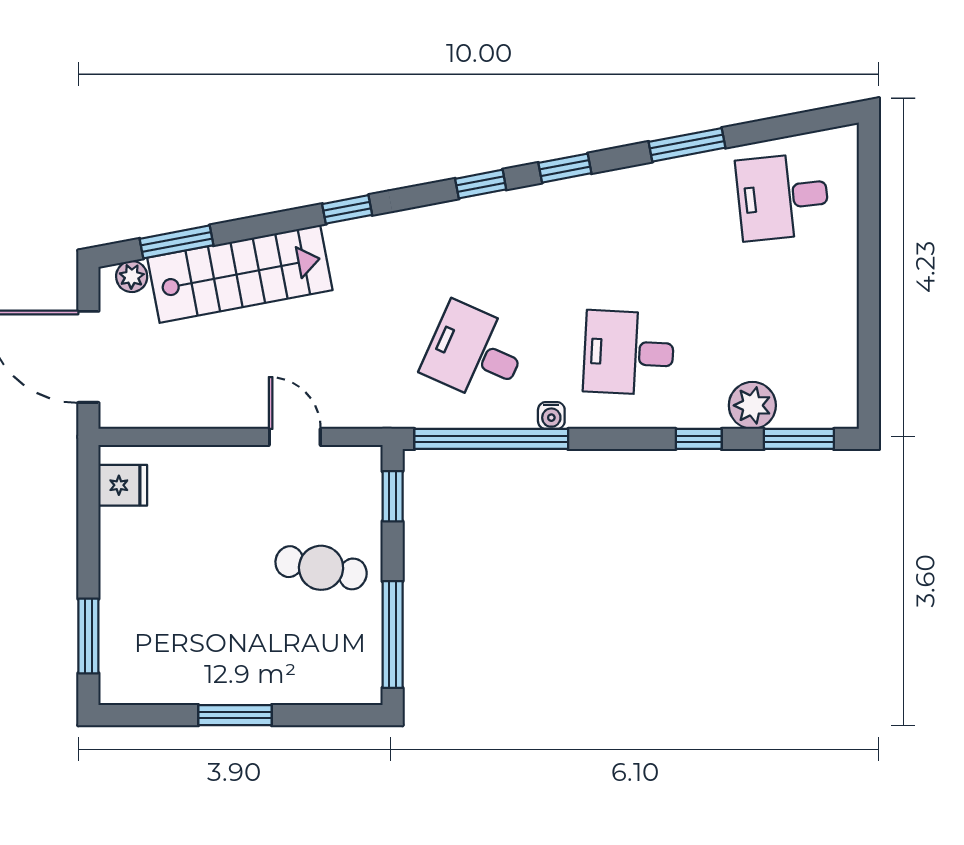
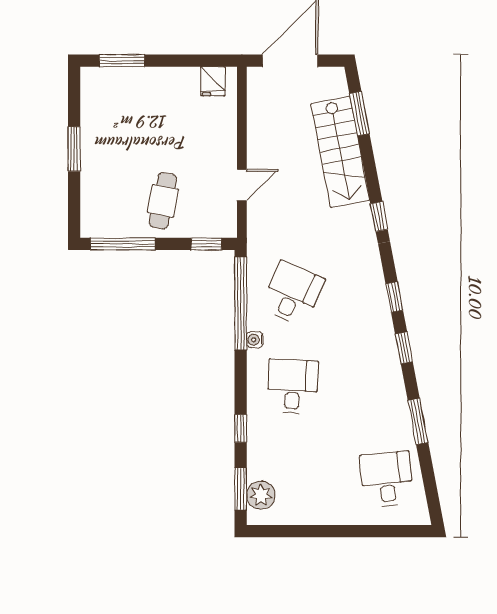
plant: (132, 277) -> (339, 87), removed
plant: (752, 405) -> (261, 495), moved

